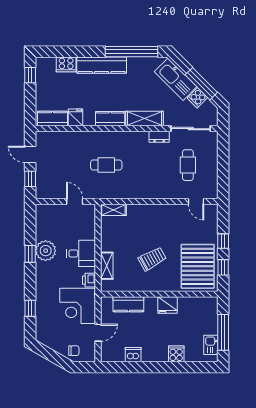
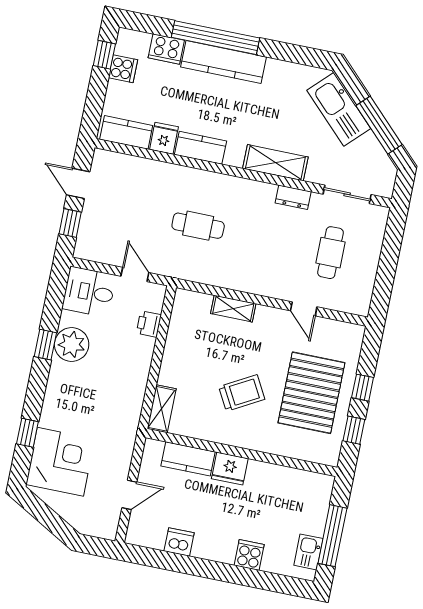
window: (131, 52) -> (215, 38), moved
cooker: (197, 98) -> (123, 69), moved, turned -135
kitchen counter: (110, 119) -> (200, 148), moved
sliding door: (191, 129) -> (347, 194), width x0.73
door: (196, 202) -> (304, 309), moved
shelving: (113, 210) -> (233, 309), moved
desk: (81, 253) -> (89, 292), moved, turned 180
shelving: (107, 266) -> (162, 409), moved
pallet: (198, 266) -> (311, 393), moved
printer: (89, 280) -> (149, 324), moved
fridge: (167, 305) -> (230, 469), moved
corner desk: (78, 306) -> (60, 462), moved, turned 180
chair: (74, 351) -> (84, 516), removed

